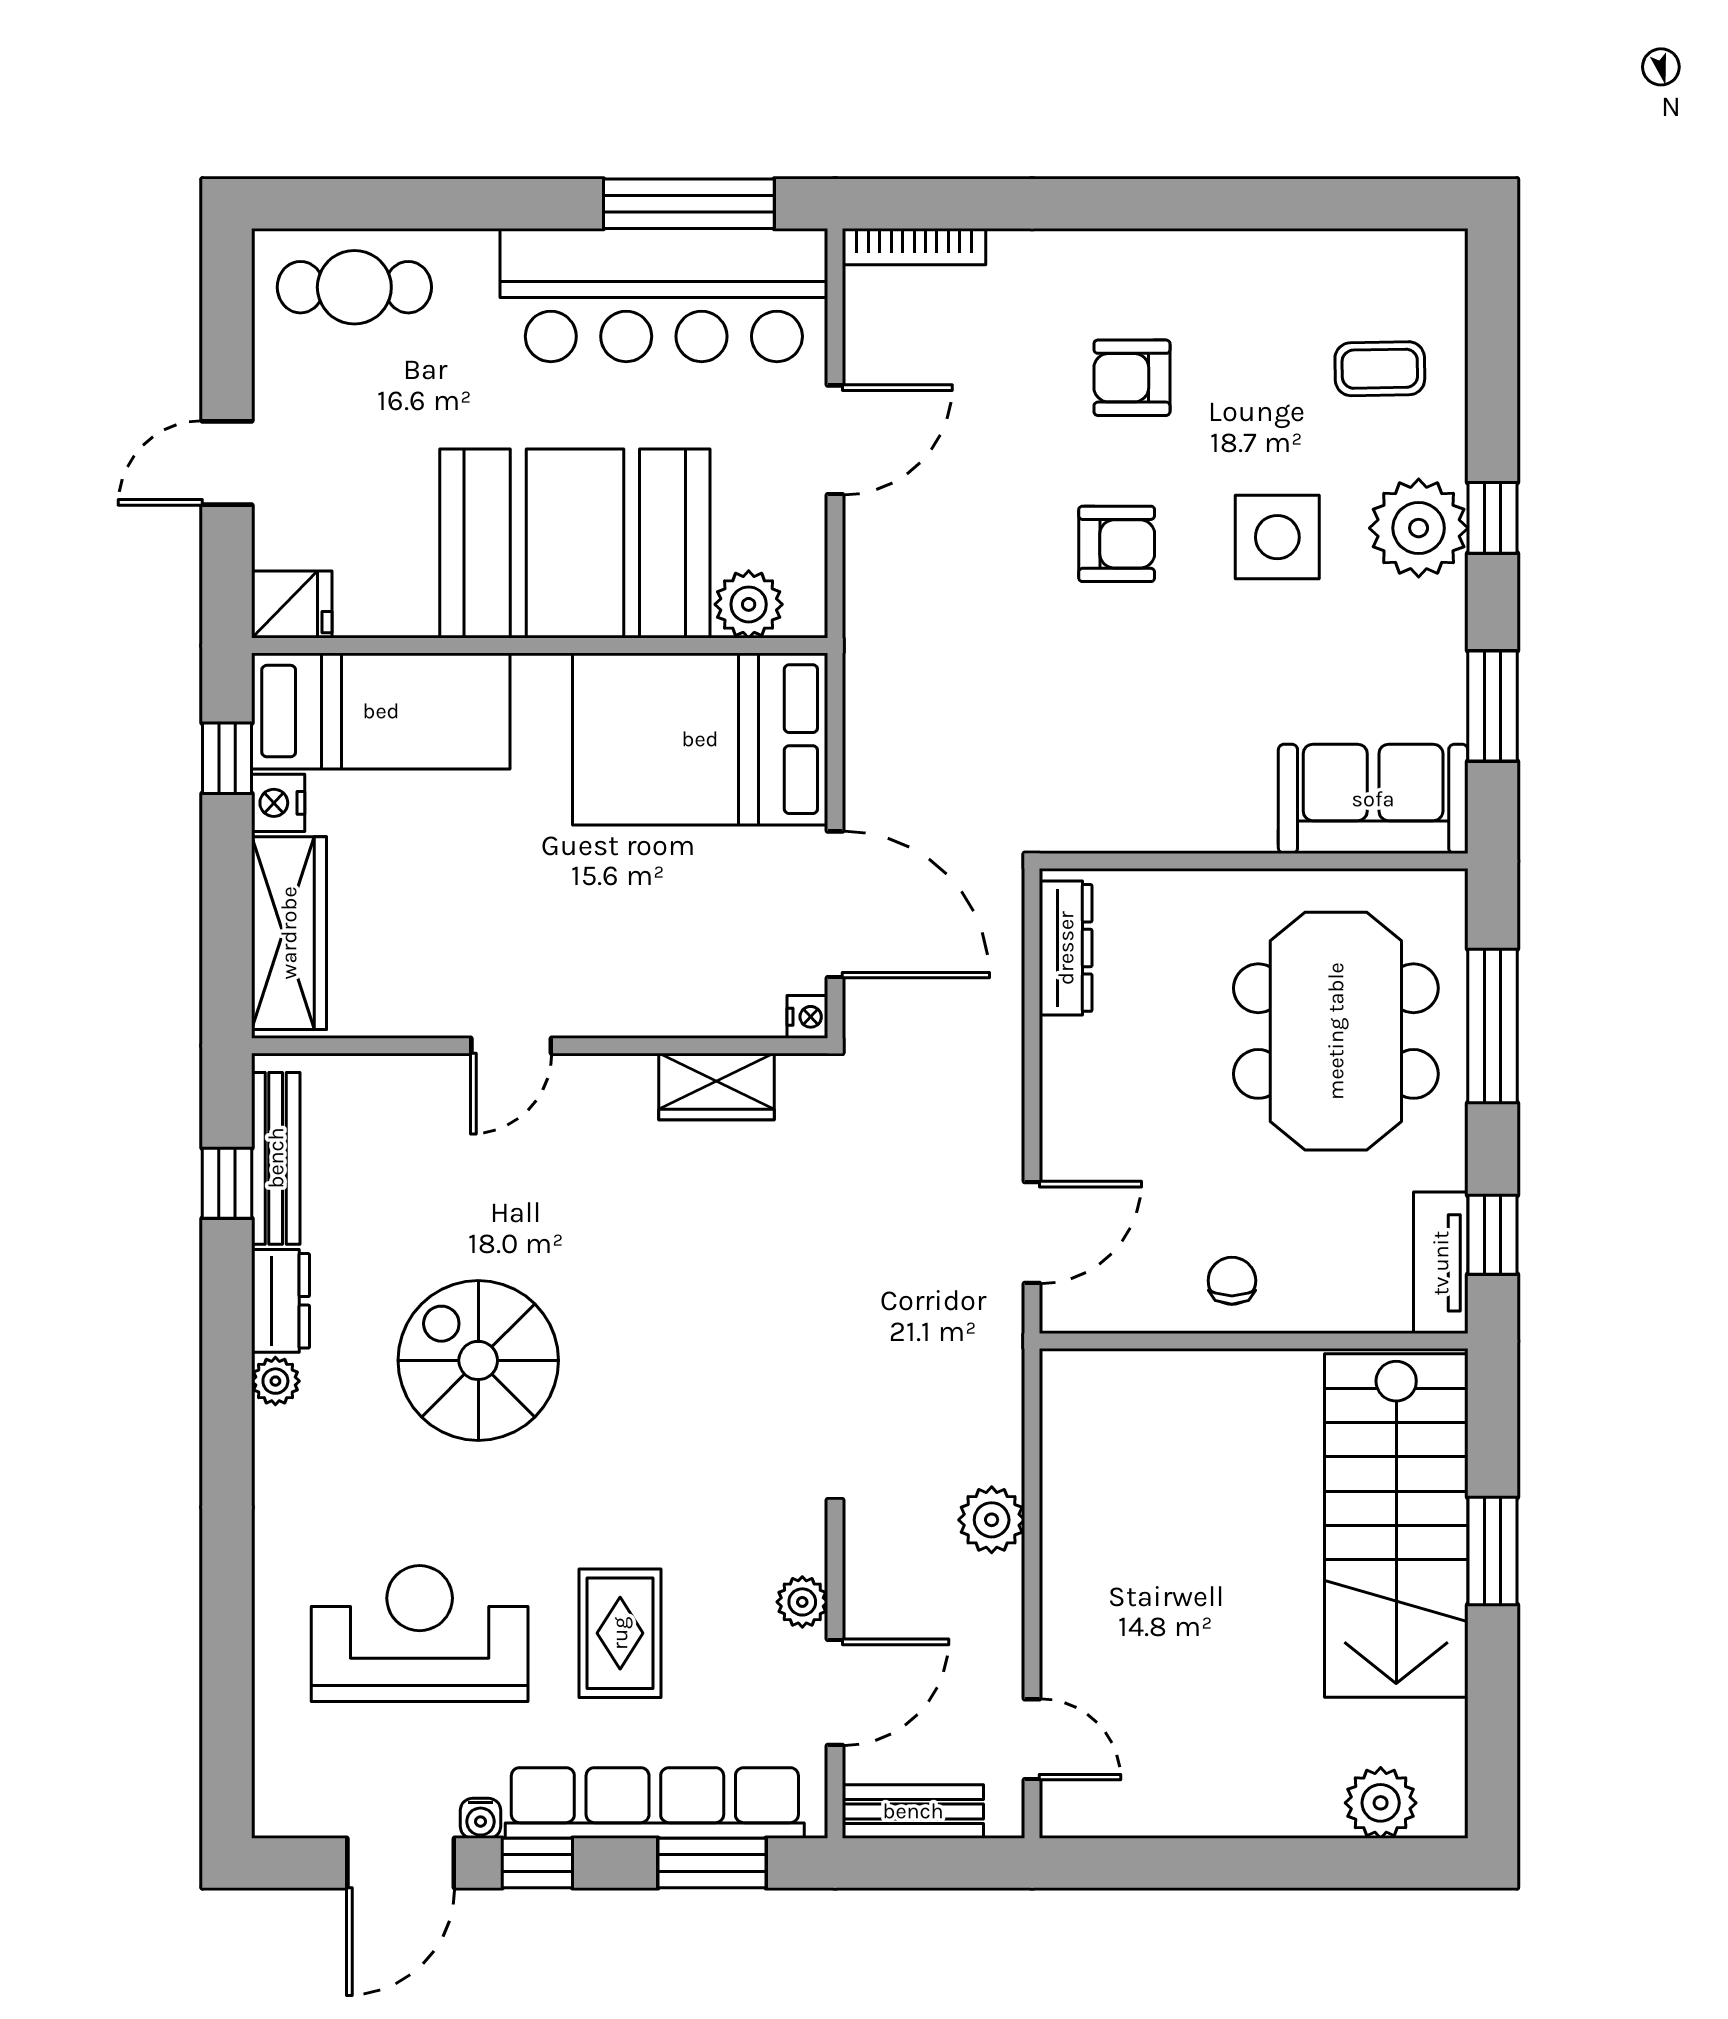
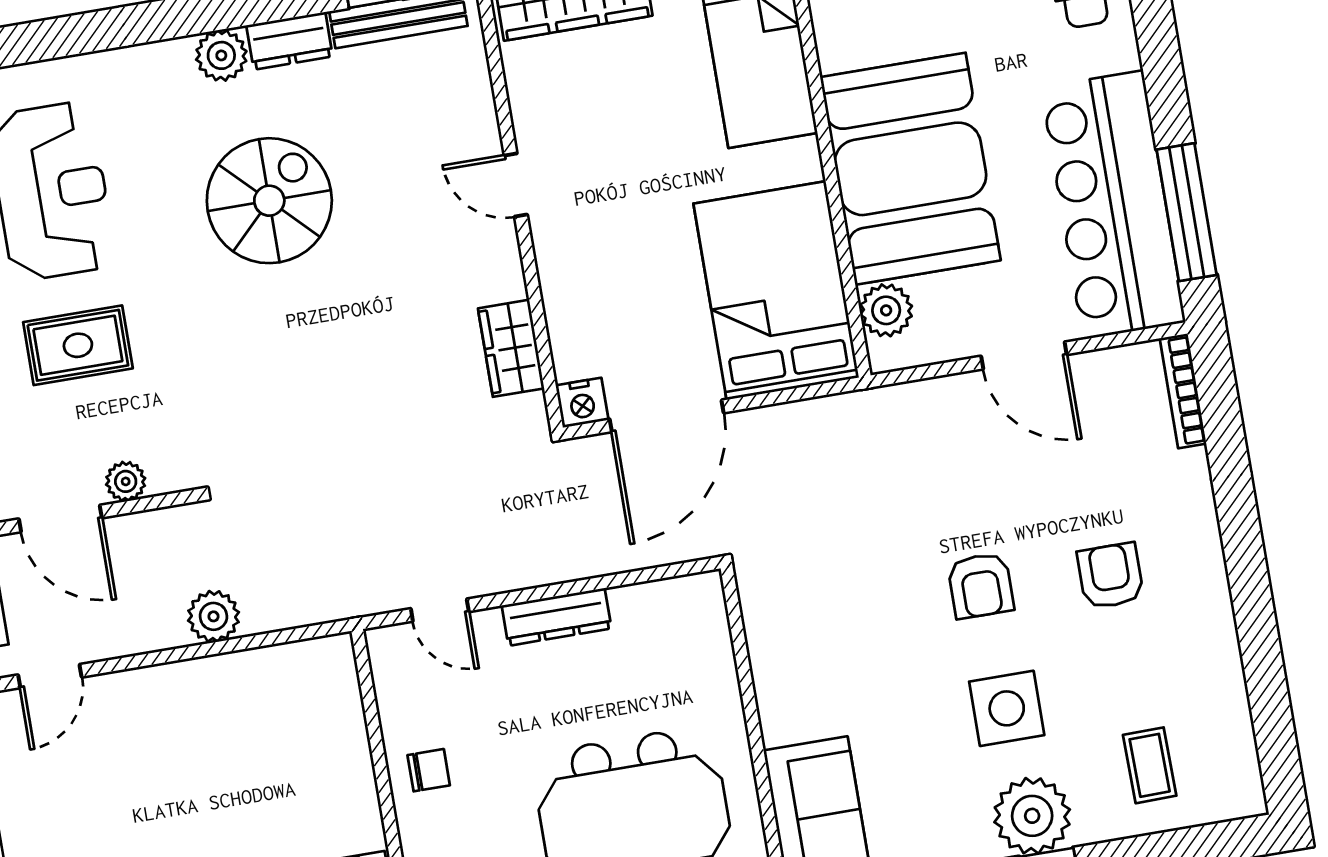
dresser: (1066, 948) -> (557, 617), moved
nightstand: (807, 1017) -> (582, 403), width x1.39, depth x1.35
door: (1032, 1232) -> (440, 610), width x0.73
plant: (275, 1381) -> (221, 55), width x1.38, depth x1.38

